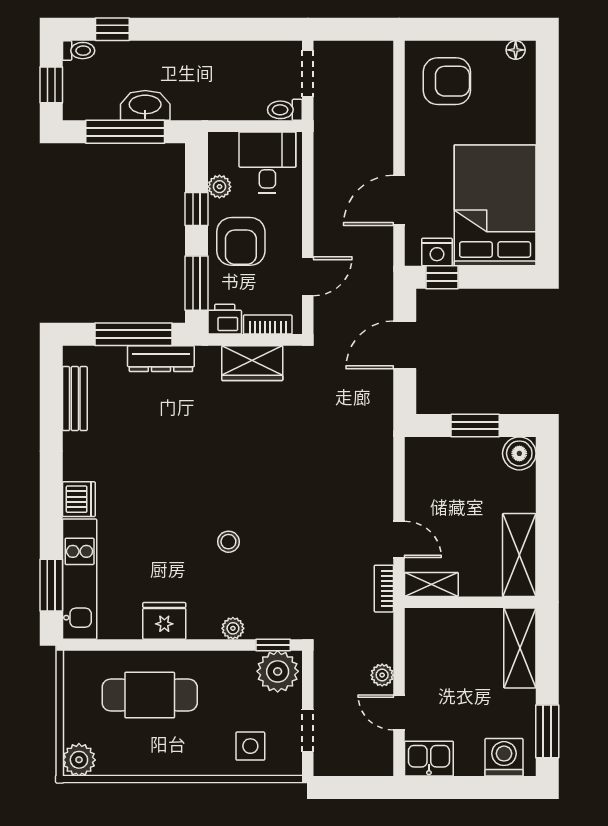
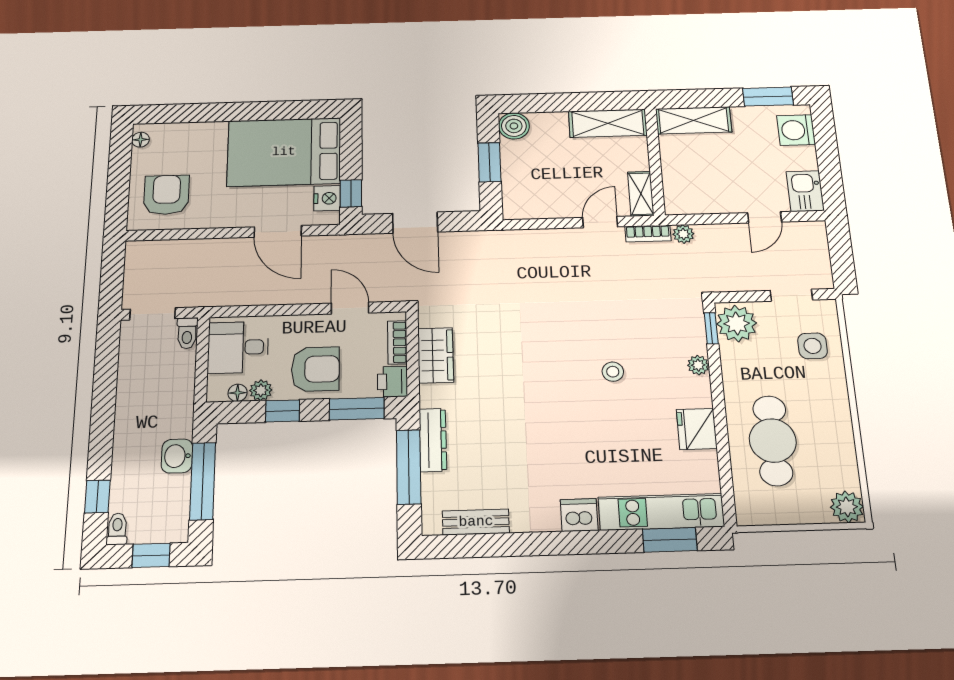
washbasin: (145, 105) -> (177, 456), width x0.72
floor lamp: (217, 163) -> (238, 393), added
plant: (382, 675) -> (683, 234), moved

